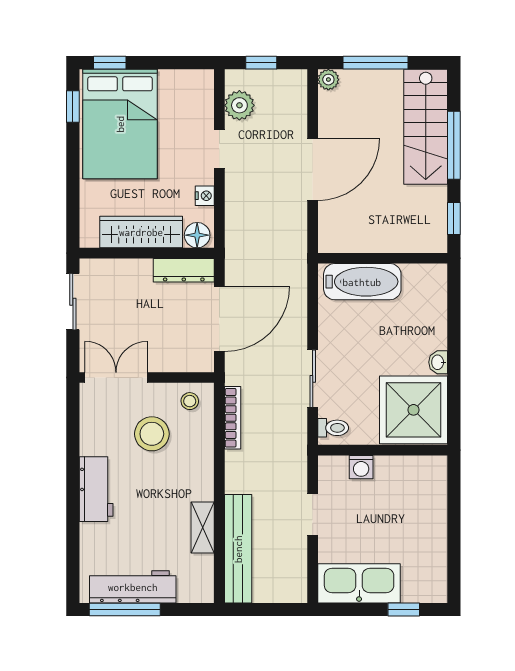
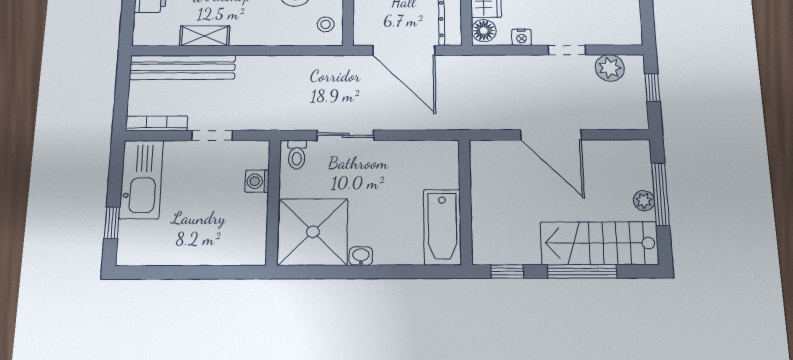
plant: (328, 80) -> (644, 201), moved
bathtub: (362, 282) -> (442, 227), moved
bookcase: (233, 418) -> (157, 123), moved, turned 180

